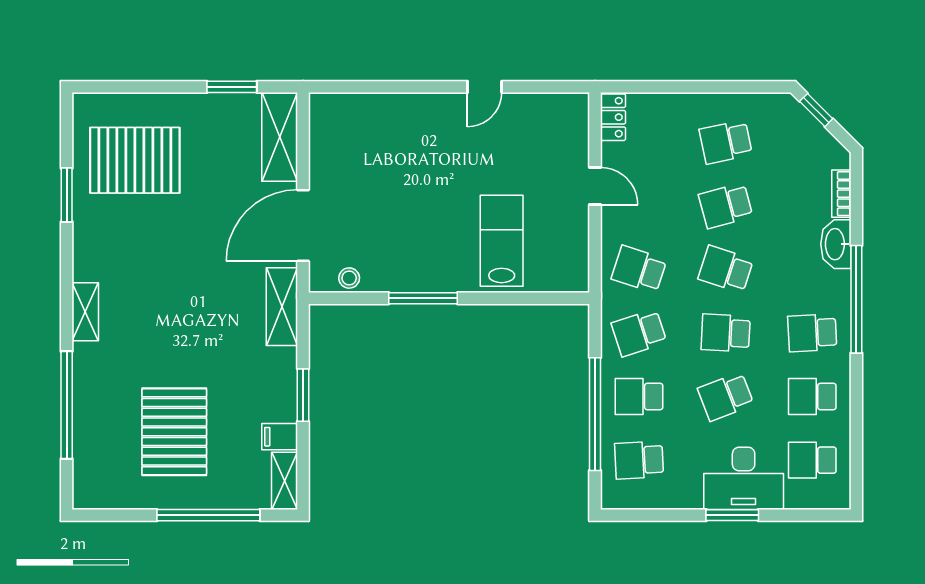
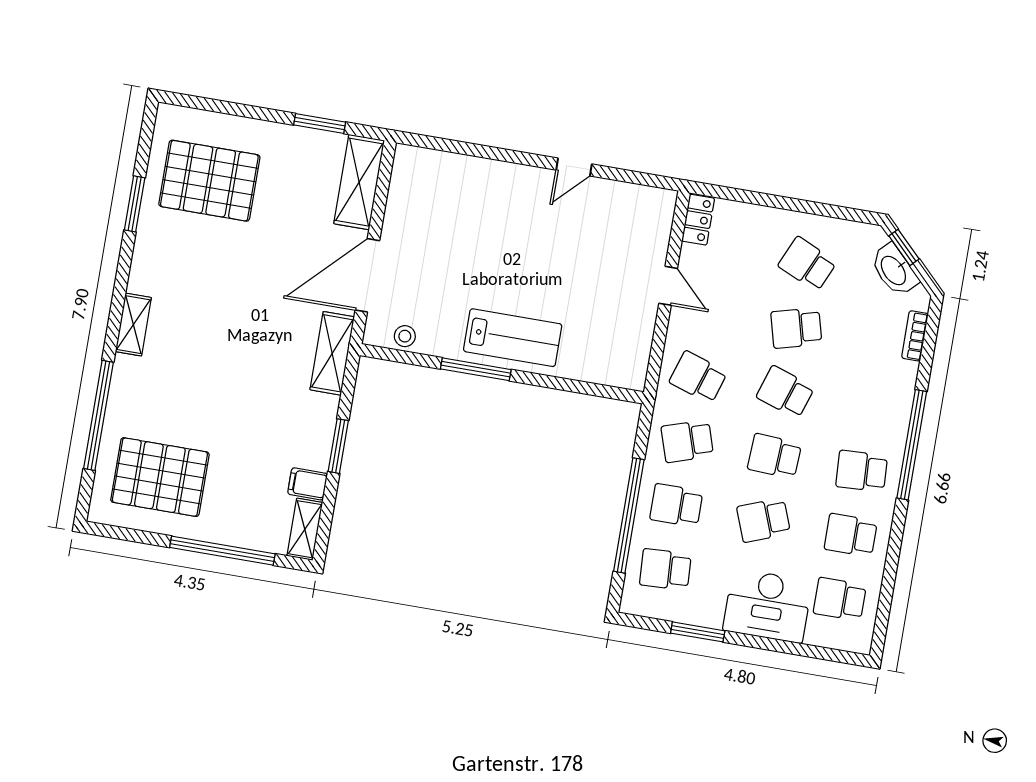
school desk: (726, 142) -> (807, 264), turned 36
lab bench: (502, 241) -> (513, 338), moved, turned 90
washbasin: (836, 244) -> (894, 270), moved, turned -45
pallet: (174, 432) -> (160, 477), moved, turned 90
window: (732, 515) -> (698, 632), moved

